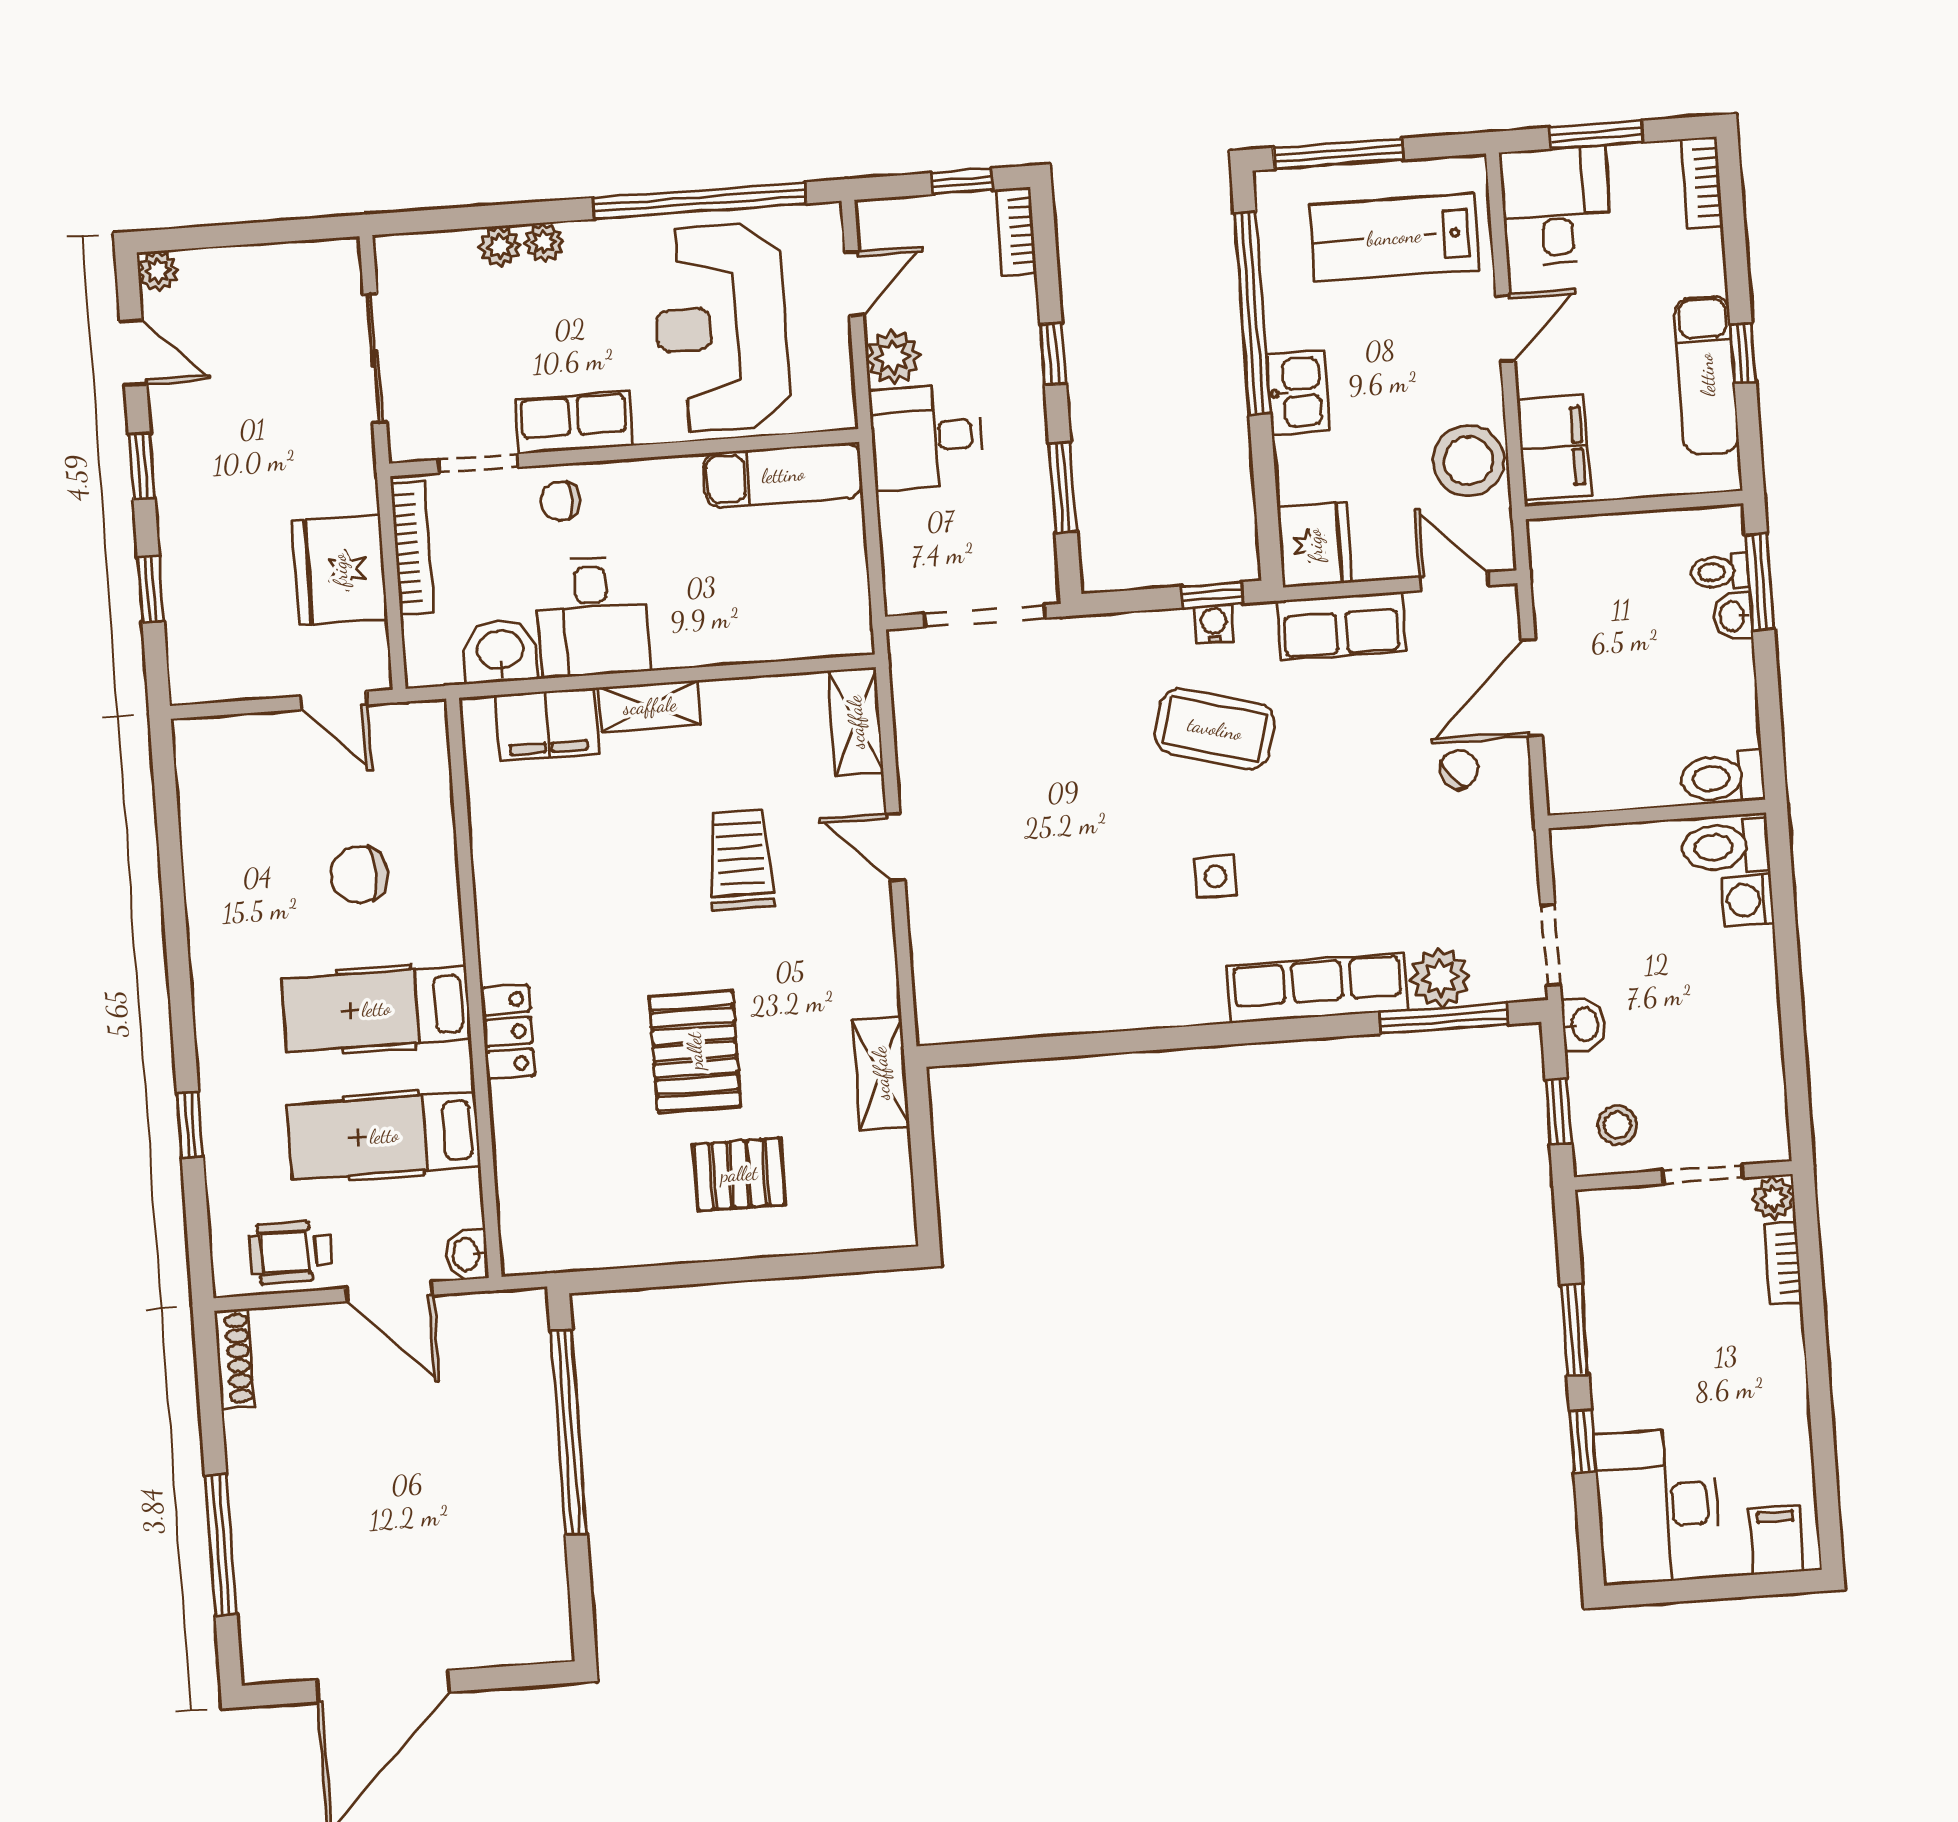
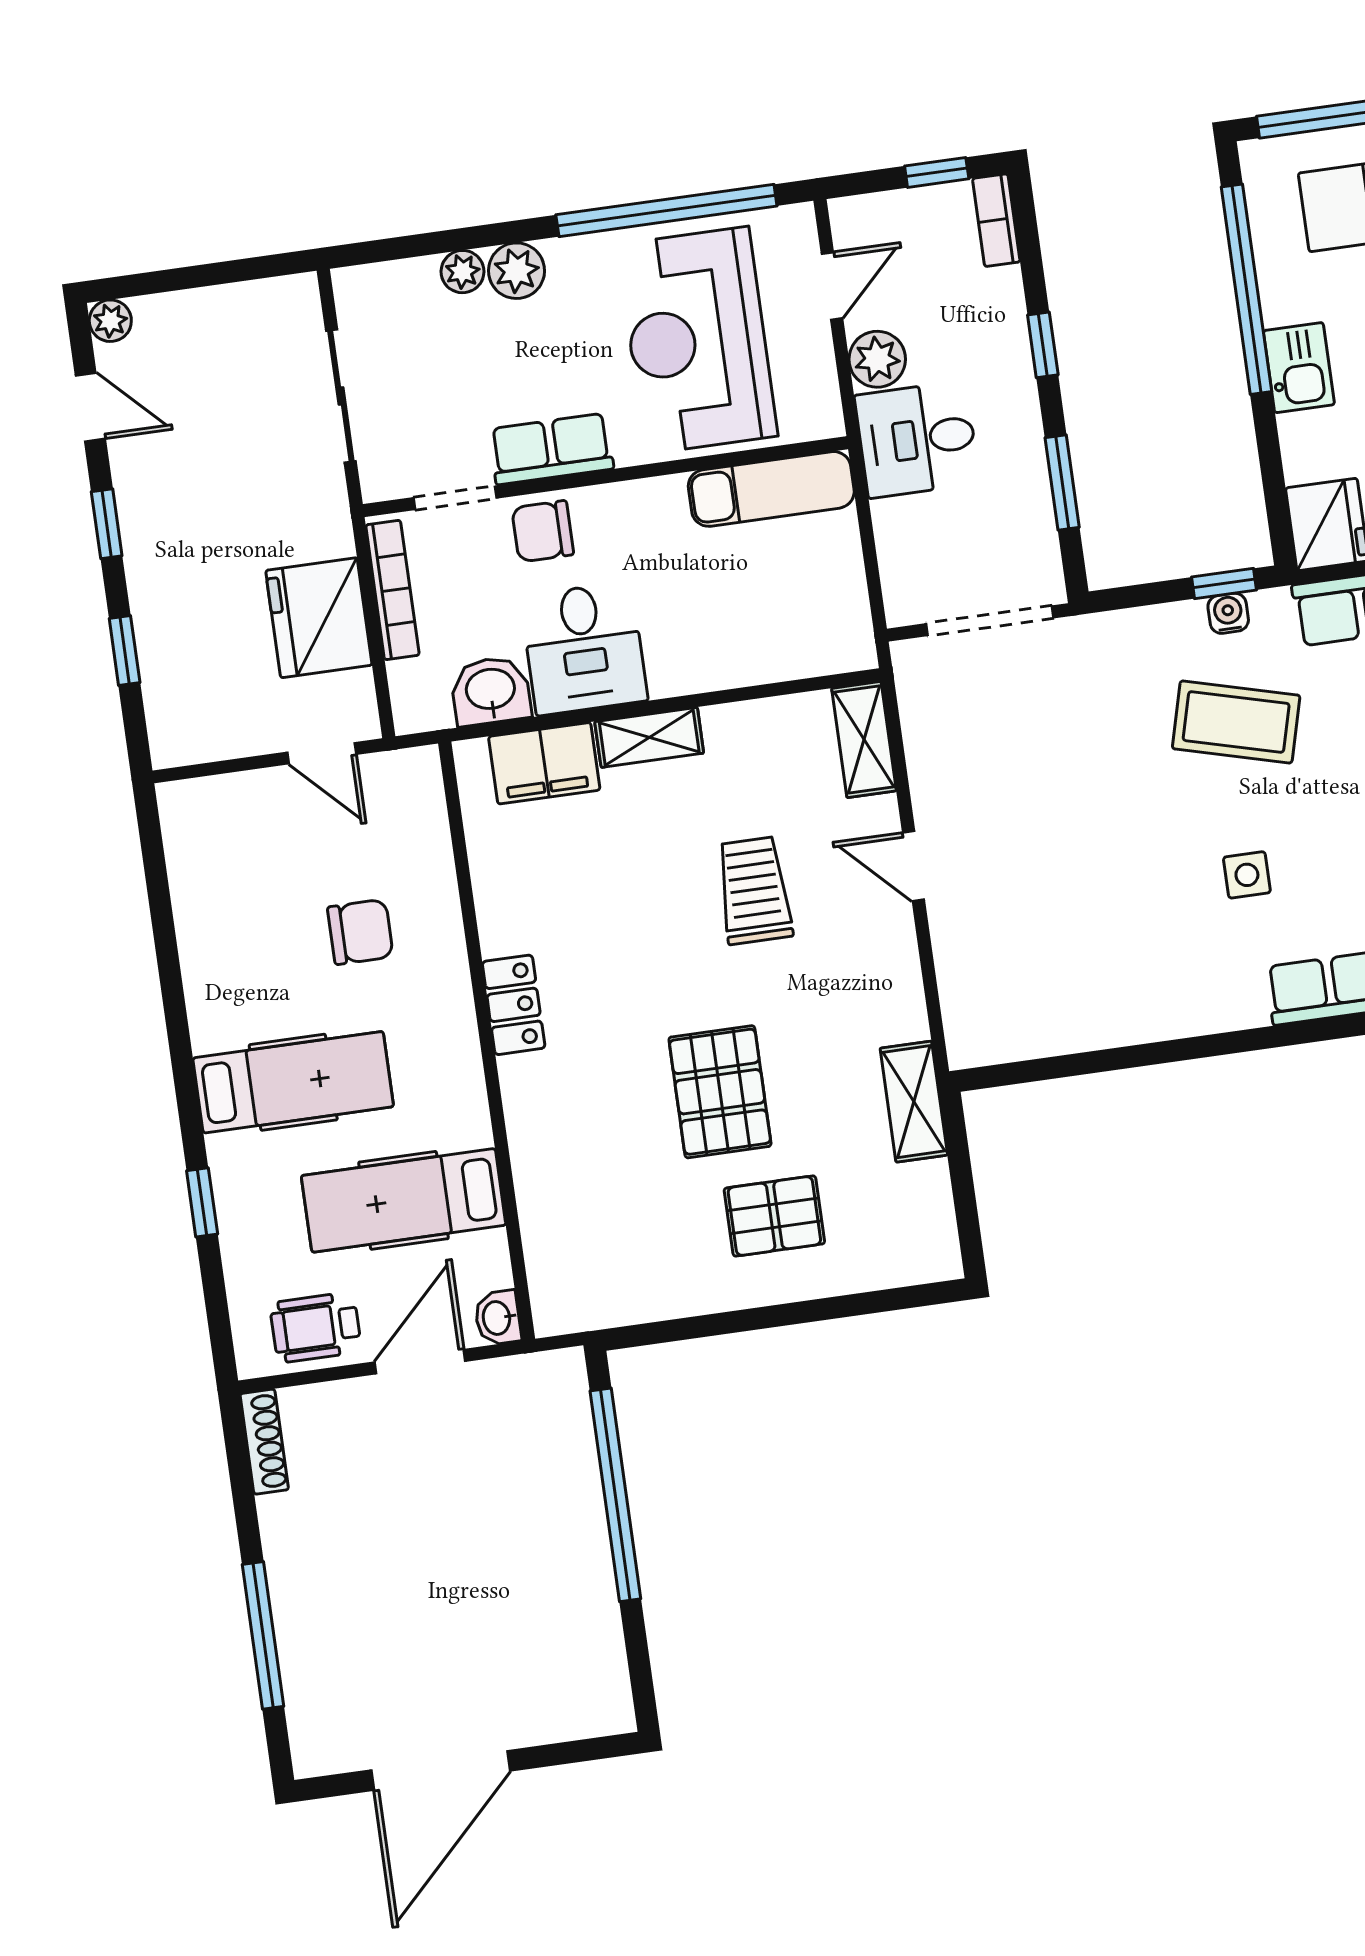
plant: (544, 242) -> (517, 271), width x1.38, depth x1.38
chair: (560, 501) -> (543, 531), width x1.37, depth x1.37
chair: (359, 875) -> (360, 932), turned 180
hospital bed: (376, 1009) -> (293, 1082), moved, turned 180
locker: (508, 1032) -> (514, 1005), moved
door: (389, 1292) -> (420, 1362), swing flipped

